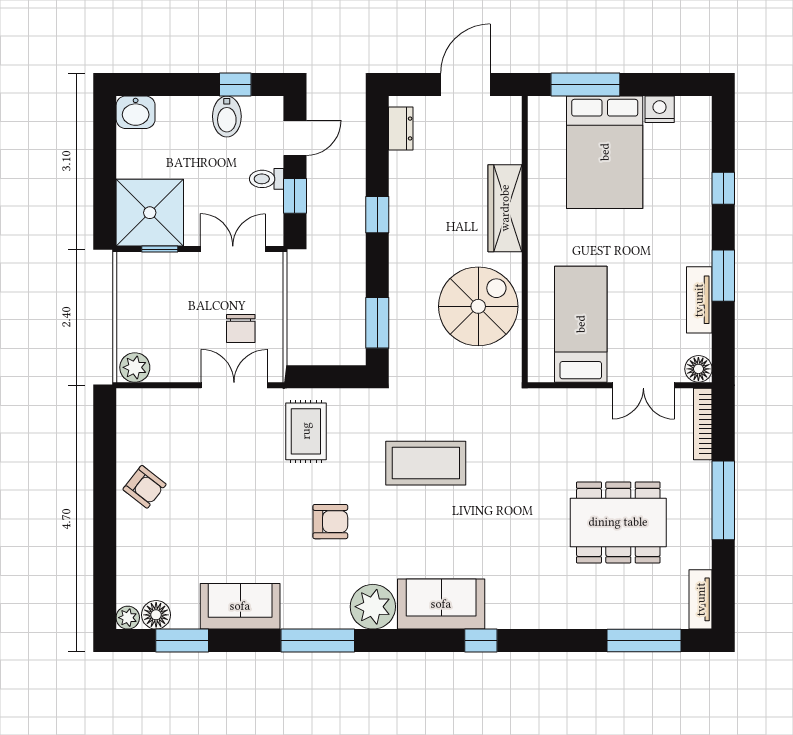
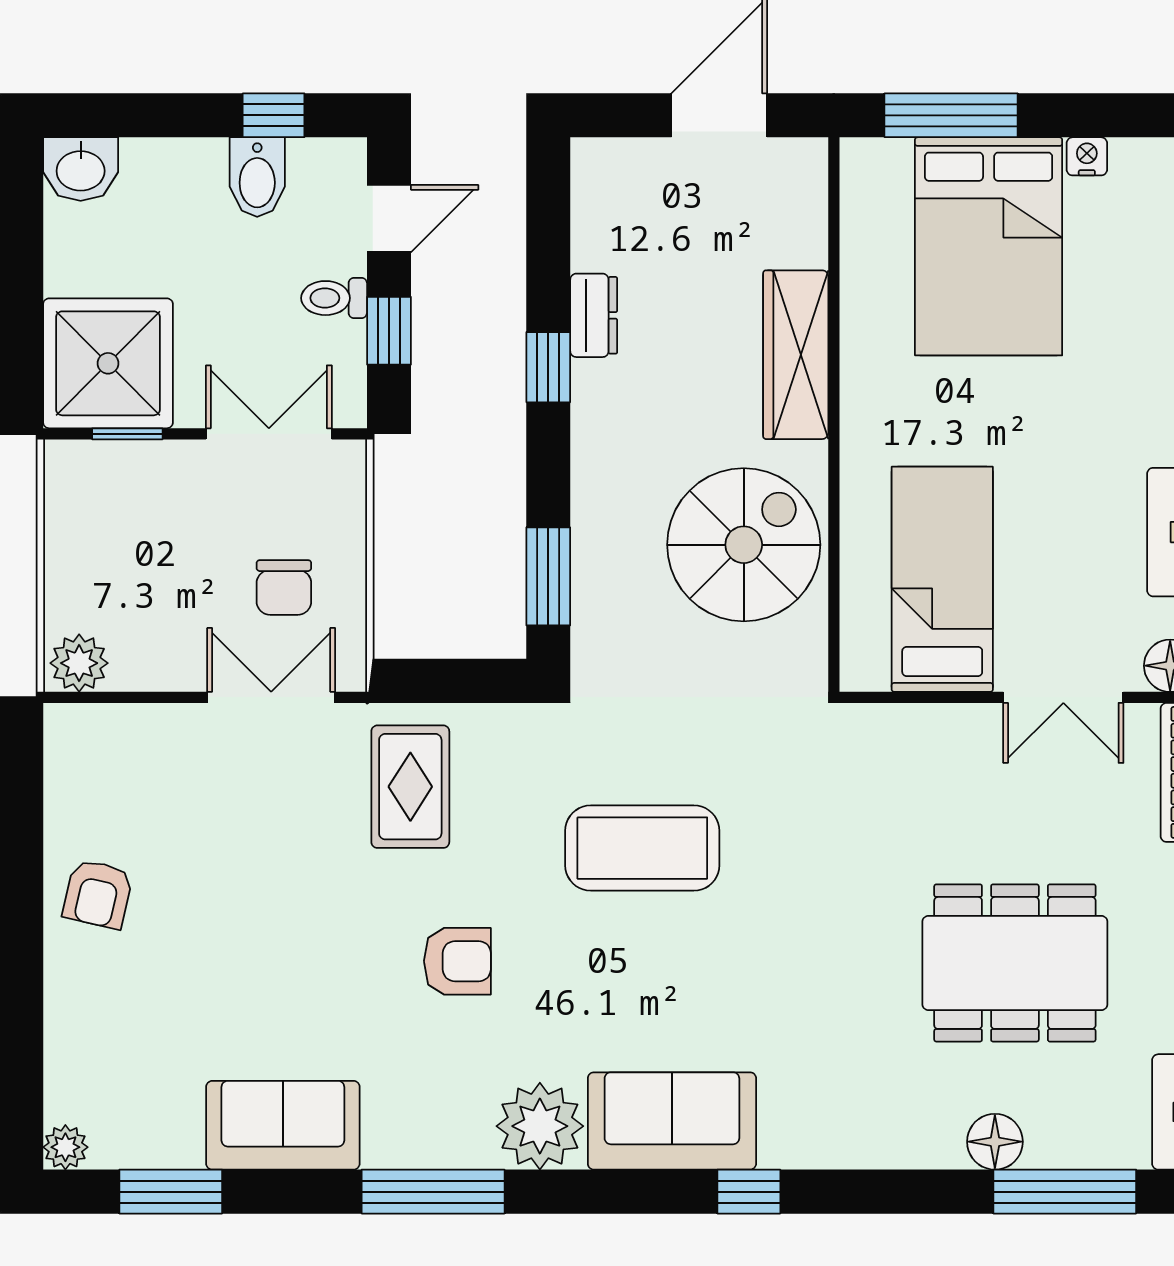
nightstand: (660, 109) -> (1087, 156), width x0.72, depth x0.74
dresser: (401, 129) -> (594, 315), moved
armchair: (144, 487) -> (98, 894), turned 65
floor lamp: (156, 615) -> (995, 1142), moved

